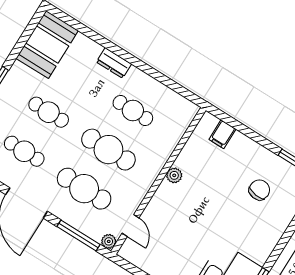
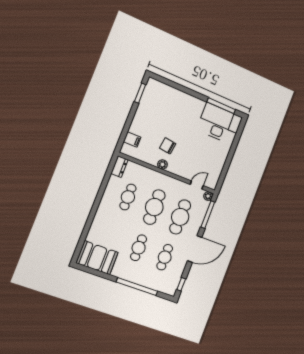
dresser: (114, 63) -> (119, 167), moved
chair: (259, 190) -> (168, 146), moved

